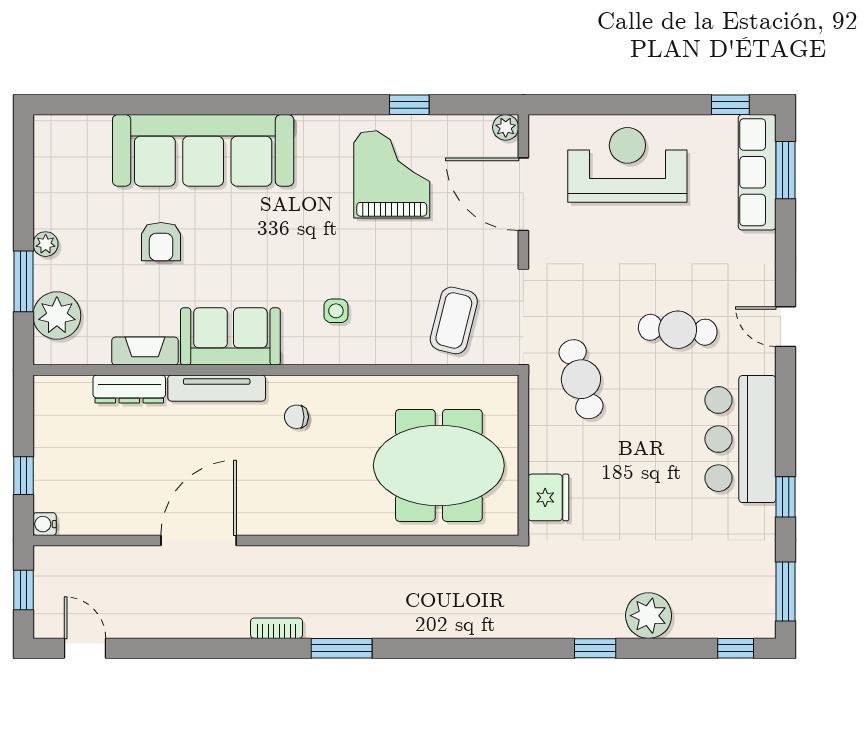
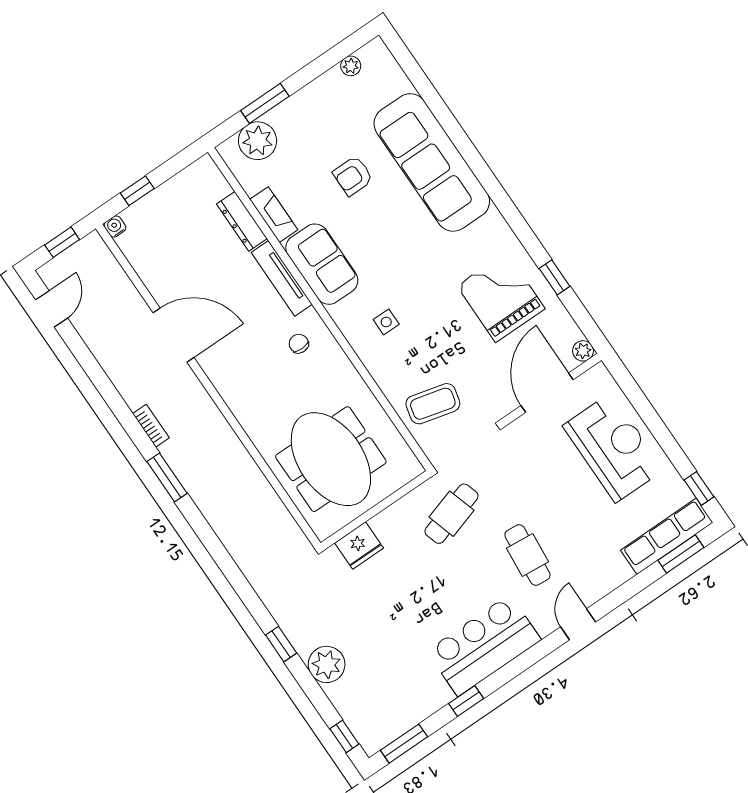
grand piano: (392, 174) -> (501, 297), turned -90
plant: (46, 244) -> (351, 66), moved

